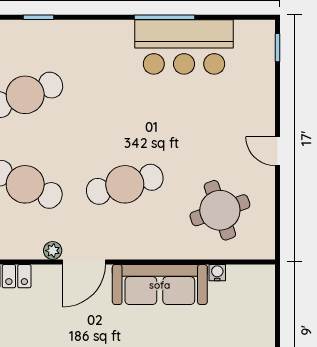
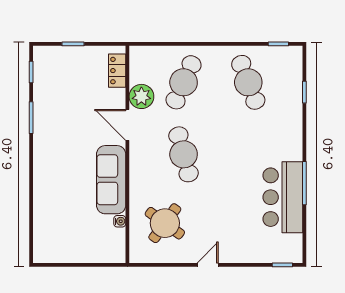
round table: (220, 210) -> (165, 223), turned -35
plant: (53, 251) -> (141, 96), width x1.88, depth x1.88

